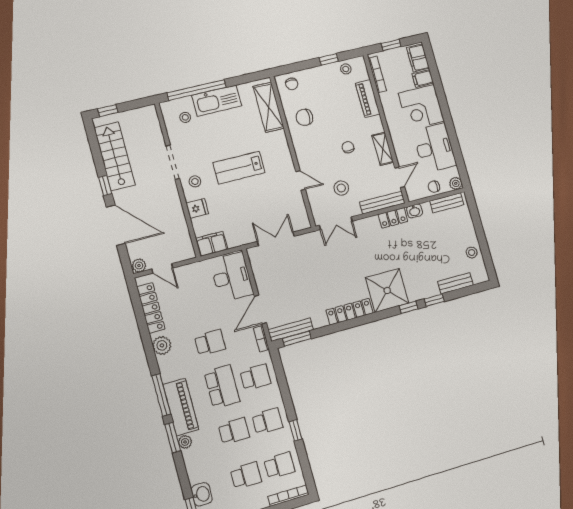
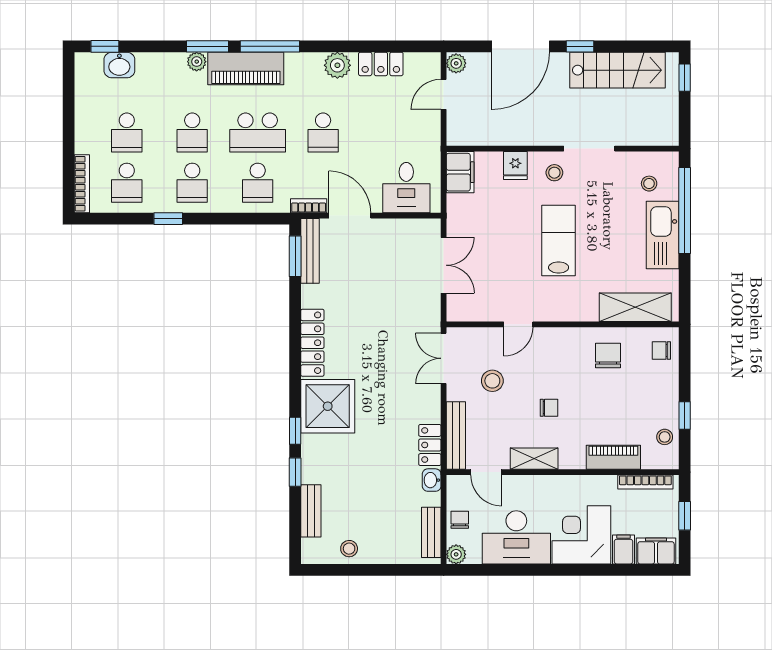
desk: (232, 277) -> (406, 188), width x0.73
locker: (151, 308) -> (381, 64), width x0.66

